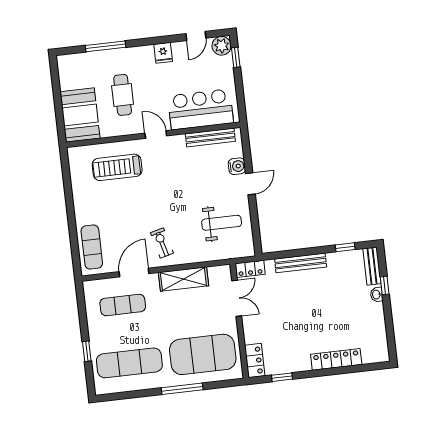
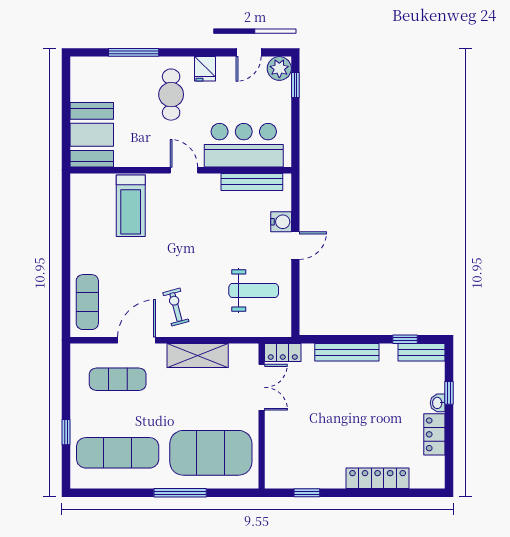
cafe table: (123, 95) -> (171, 95), moved
treadmill: (117, 167) -> (131, 206), turned -90
bench: (372, 266) -> (422, 352), moved, turned 90
locker: (255, 361) -> (434, 434), moved, turned 180

